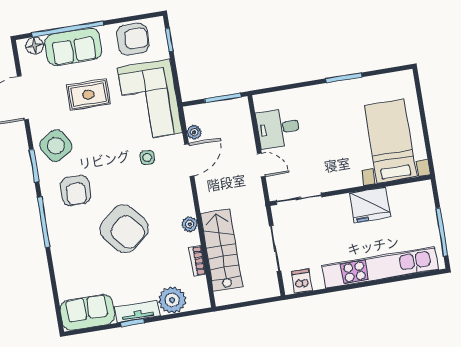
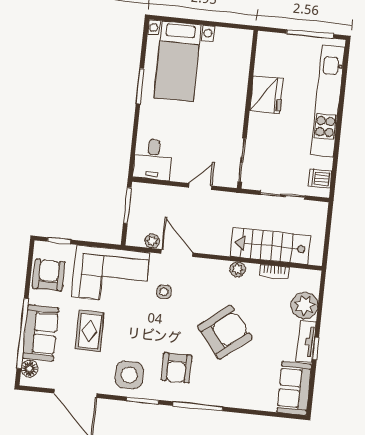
desk: (278, 128) -> (153, 159), moved
bed with nightstands: (391, 141) -> (178, 61), moved, turned -90
side table: (56, 146) -> (129, 375), turned 30
armchair: (76, 190) -> (176, 368), turned 90

